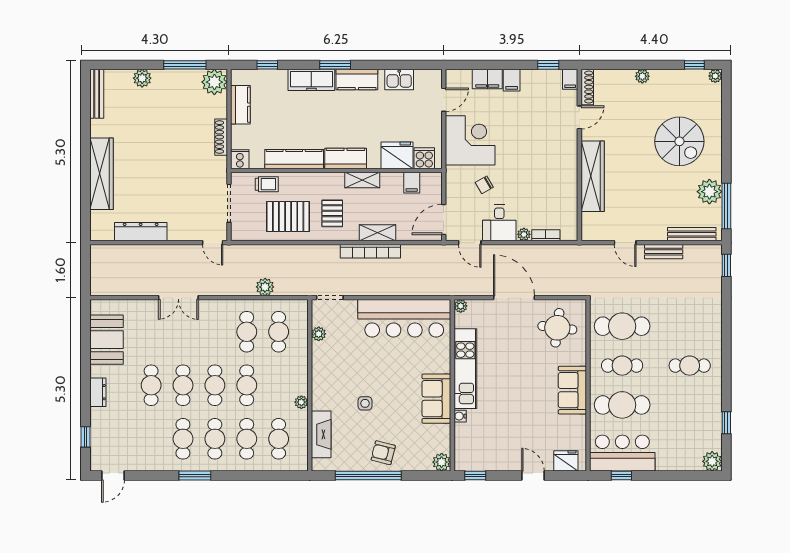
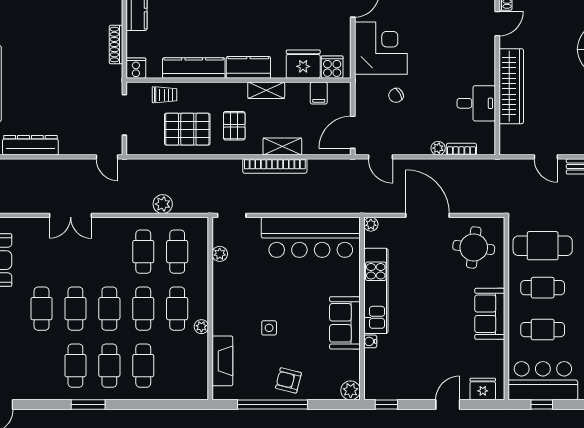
desk: (499, 223) -> (476, 103), moved, turned -90
cafe table: (622, 405) -> (543, 330), width x0.73, depth x0.74
cafe table: (279, 439) -> (177, 309), moved
door: (533, 475) -> (448, 405), hinge flipped

